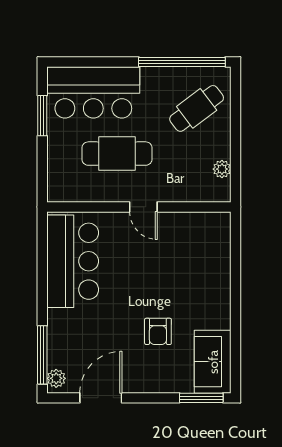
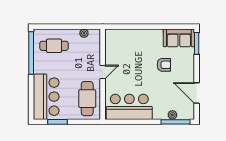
cafe table: (197, 108) -> (54, 46), turned -53
cafe table: (117, 154) -> (87, 99), moved
plant: (56, 378) -> (172, 115), moved

